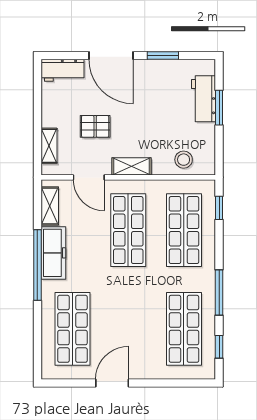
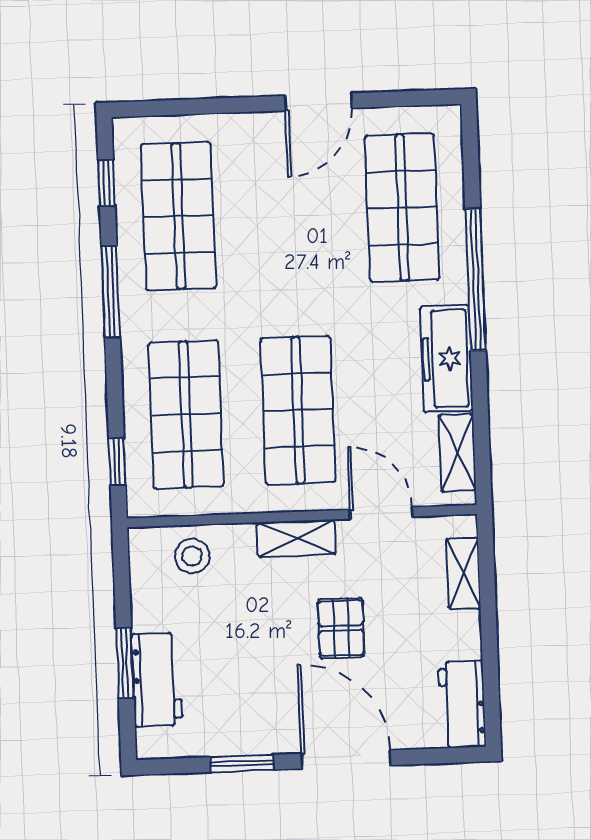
workbench: (63, 70) -> (462, 704), moved, turned -90
pallet: (95, 126) -> (341, 628), moved, turned 90
window: (37, 265) -> (475, 279), moved

